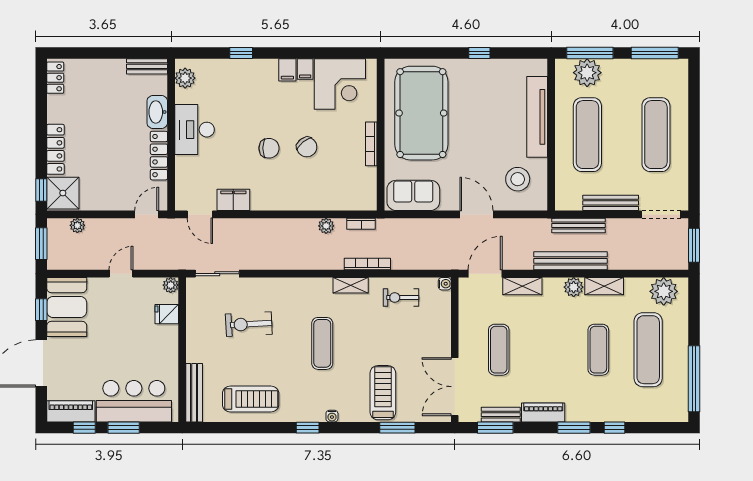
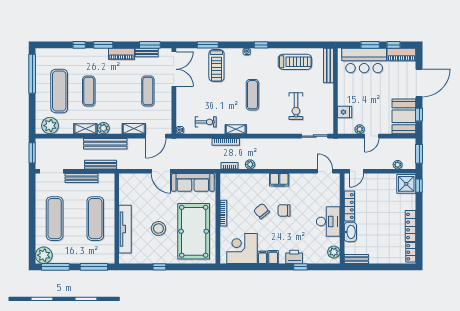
printer: (252, 70) -> (294, 257), added
plant: (587, 73) -> (44, 255), moved
locker: (55, 149) -> (411, 226), moved
stool: (518, 179) -> (158, 228), moved
sofa: (413, 195) -> (193, 182), width x1.36
filing cabinet: (233, 200) -> (279, 180), moved
plant: (171, 285) -> (360, 129), moved
exercise bike: (249, 324) -> (296, 106), turned 93
treadmill: (251, 399) -> (295, 62), turned 180

